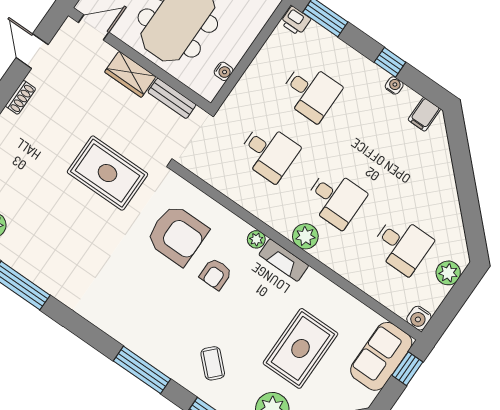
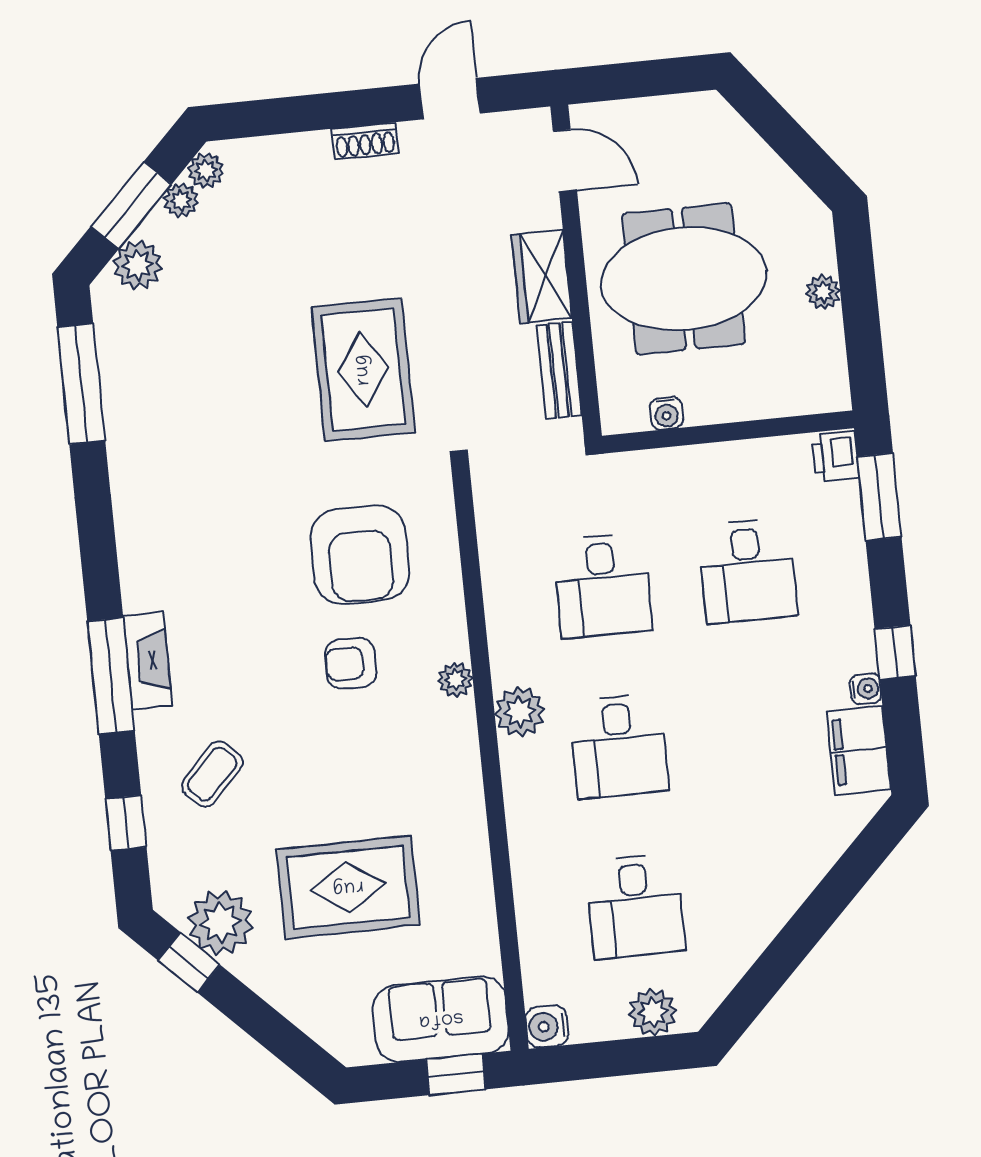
filing cabinet: (424, 114) -> (859, 750), width x2.00
plant: (305, 236) -> (520, 712), moved
fireplace: (284, 260) -> (148, 661), moved, turned 180

